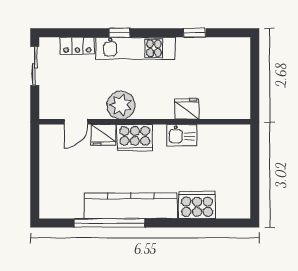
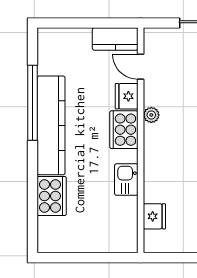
plant: (121, 105) -> (151, 115), width x0.53, depth x0.53
fridge: (187, 109) -> (154, 216), moved
kitchen counter: (50, 146) -> (115, 39), added

